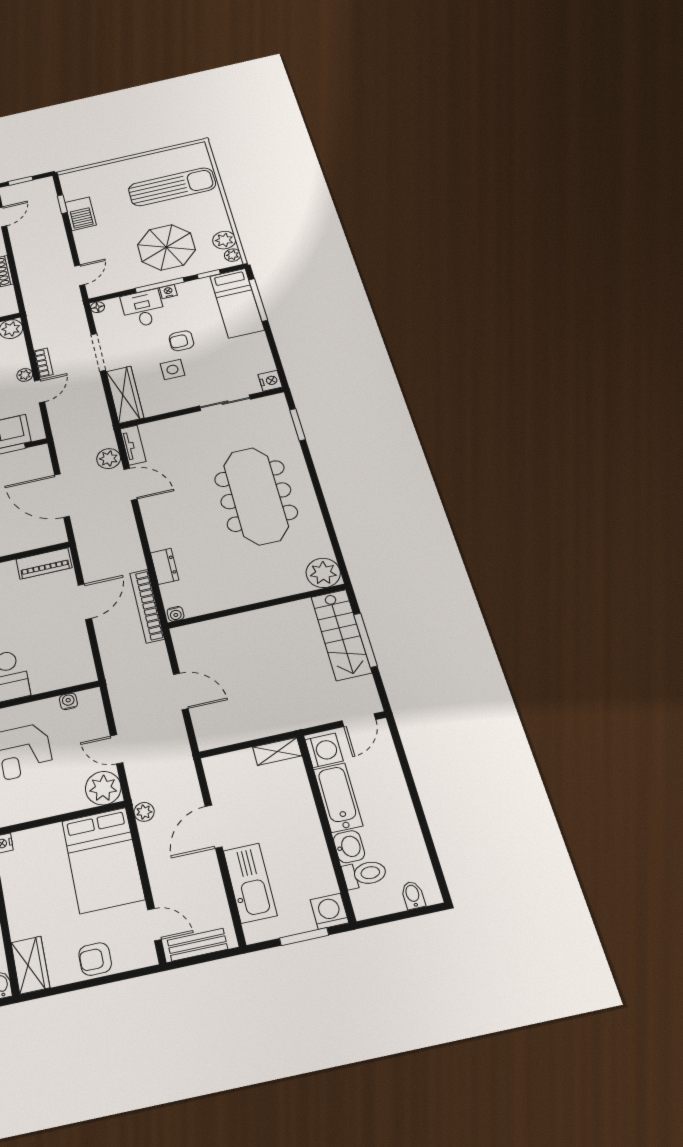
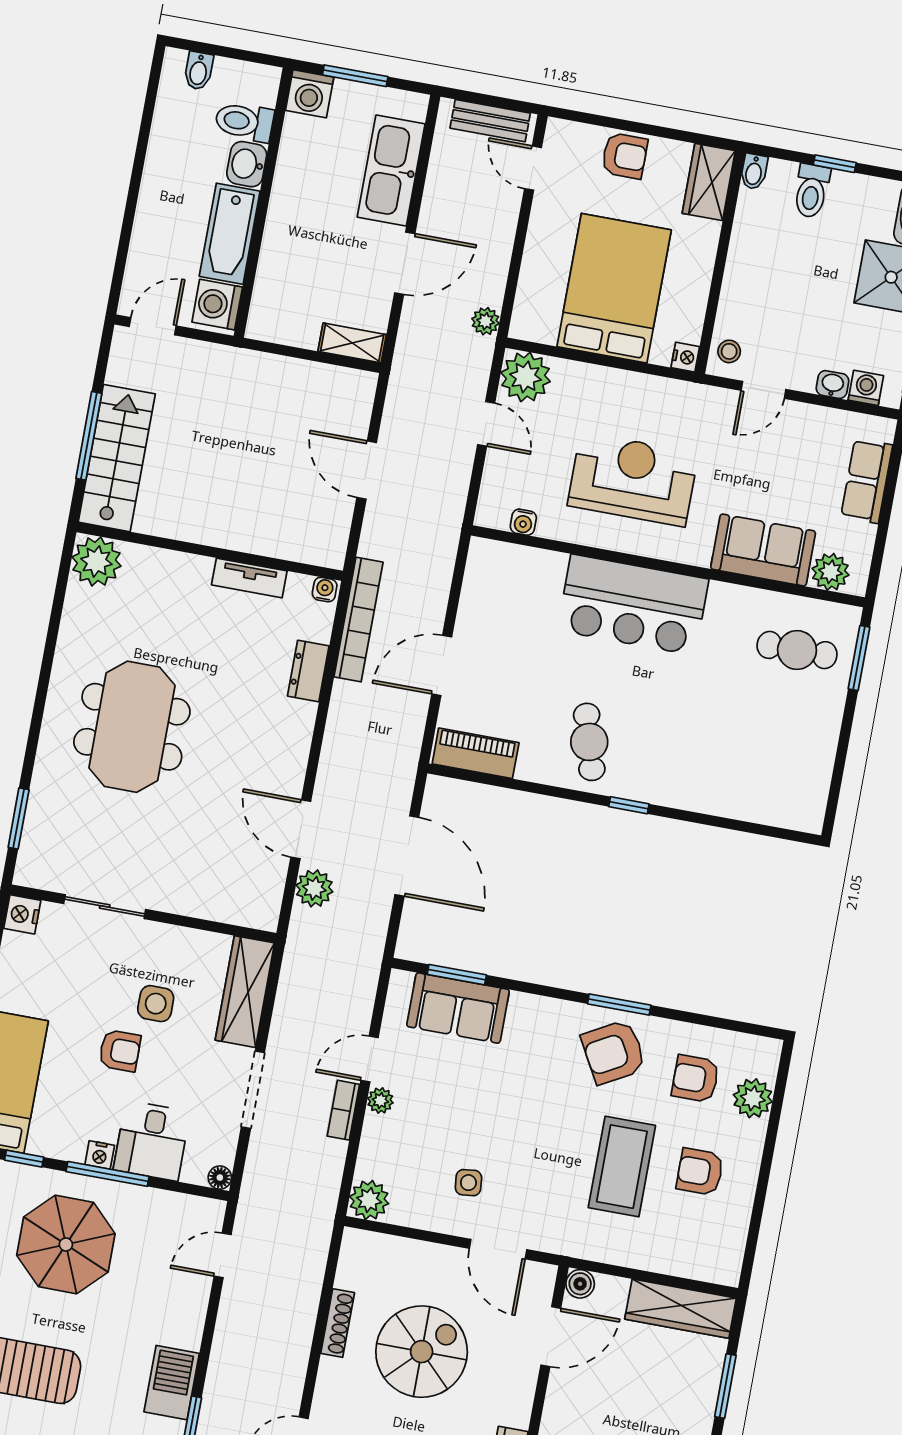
tv unit: (133, 445) -> (249, 578), moved, turned -90
meeting table: (256, 496) -> (132, 727), width x0.73
shelving: (277, 751) -> (352, 343), moved
bed: (103, 860) -> (614, 288), moved

